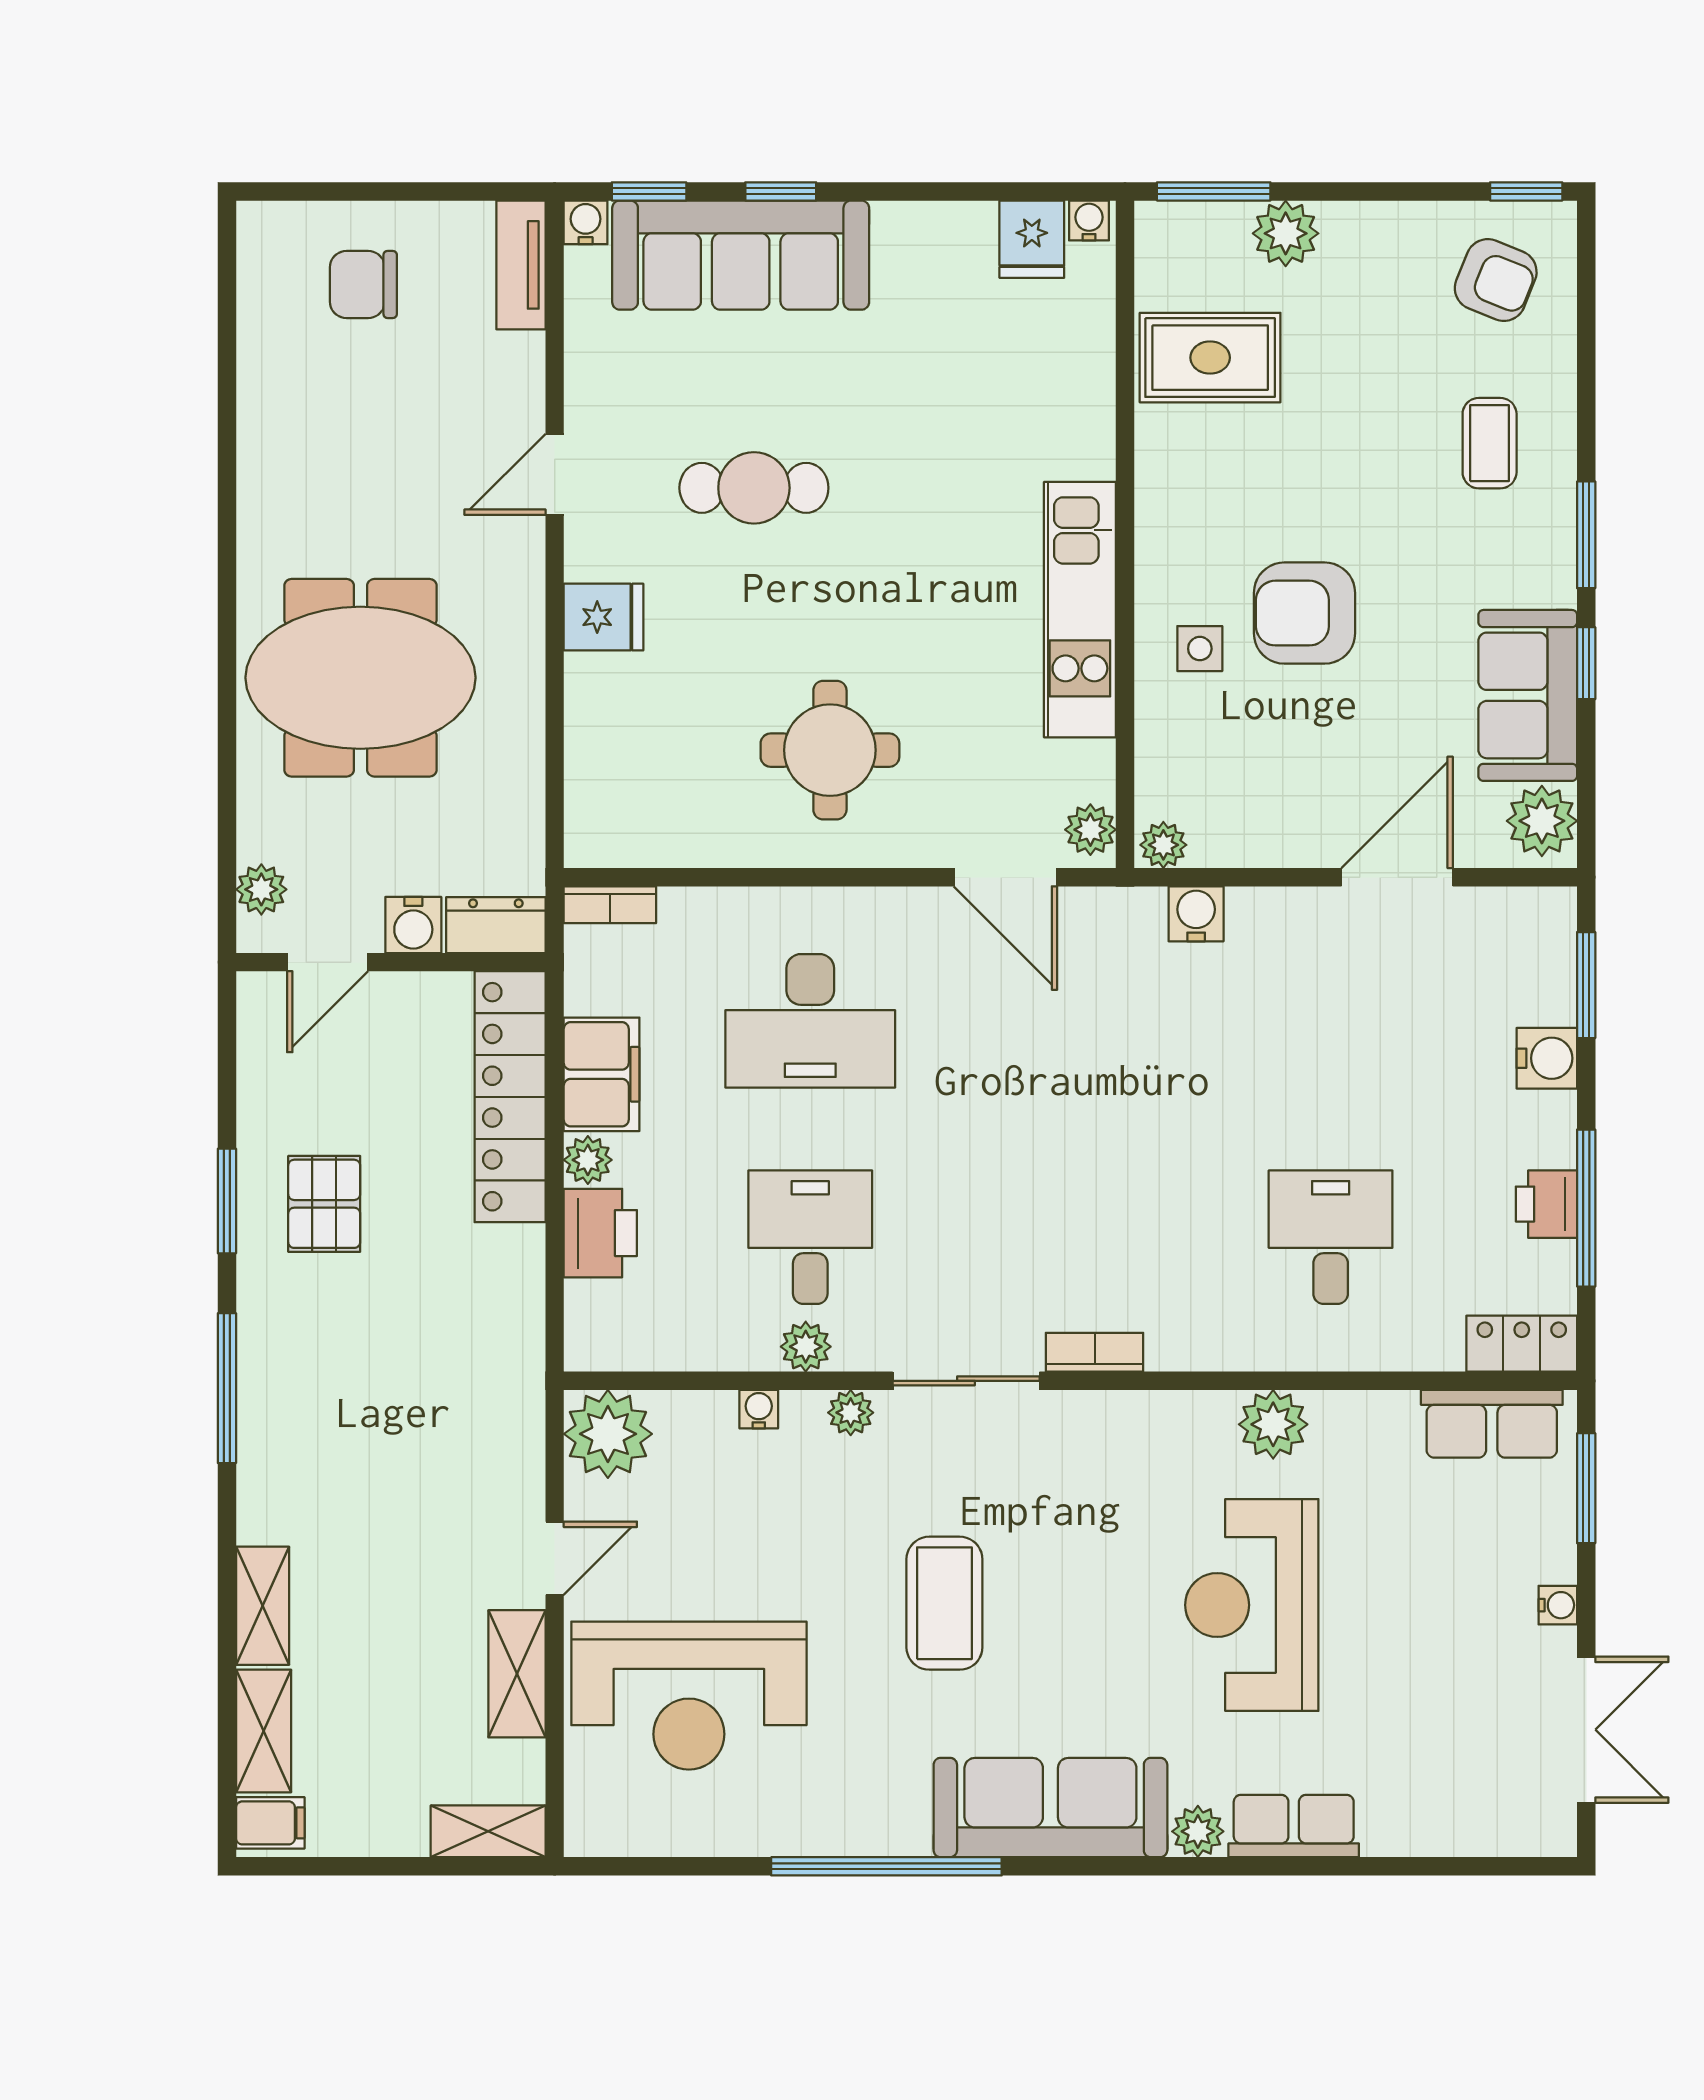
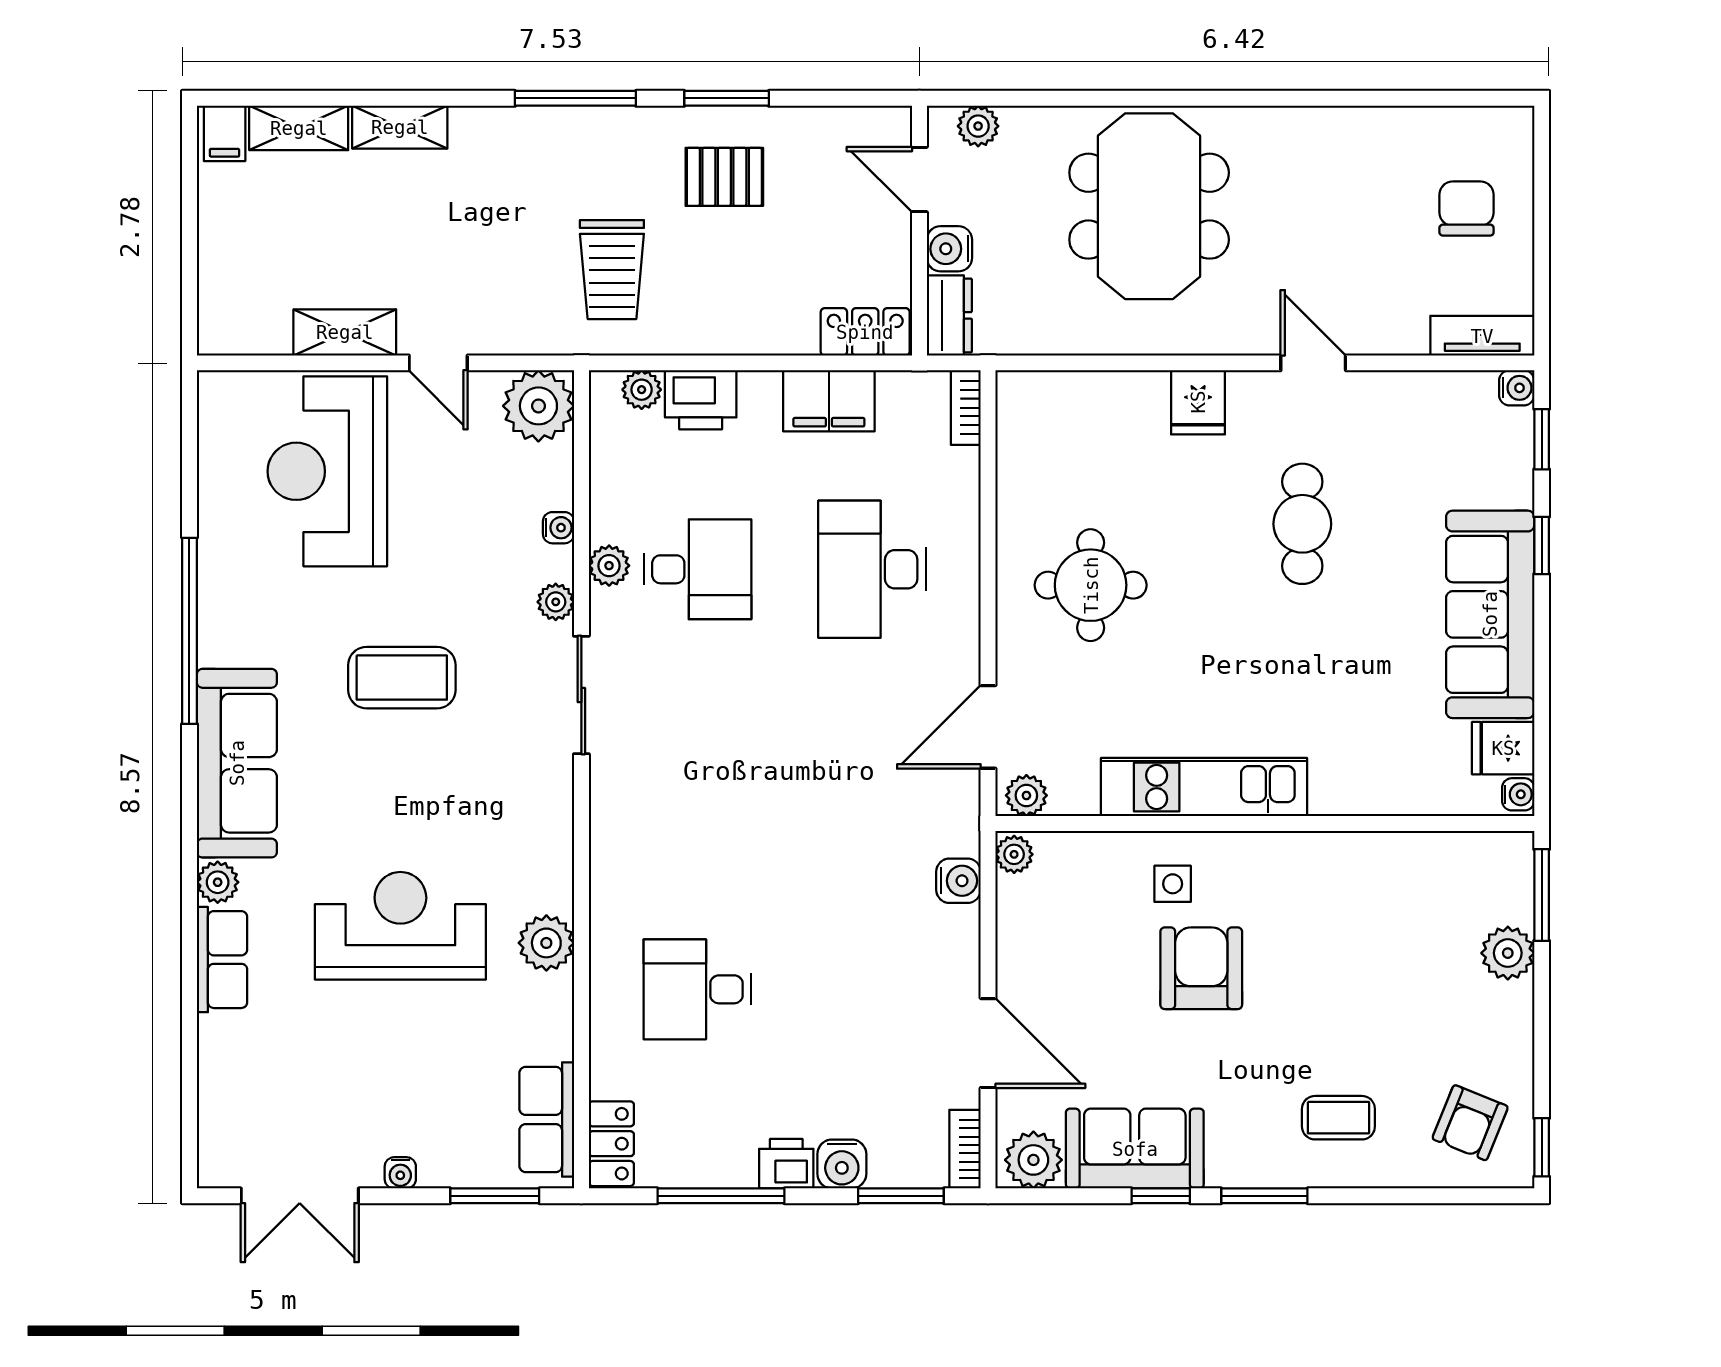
sofa: (741, 255) -> (1490, 614), moved
rug: (1210, 358) -> (1408, 892), removed
locker: (510, 1097) -> (865, 332), width x0.46, depth x0.83
plant: (588, 1160) -> (642, 390), moved
printer: (1546, 1204) -> (786, 1164), moved
desk: (1331, 1237) -> (697, 989), turned 180
trolley: (439, 1343) -> (612, 270), added
bookcase: (1095, 1352) -> (965, 1149), moved, turned 180
shelving: (488, 1831) -> (218, 309), removed

